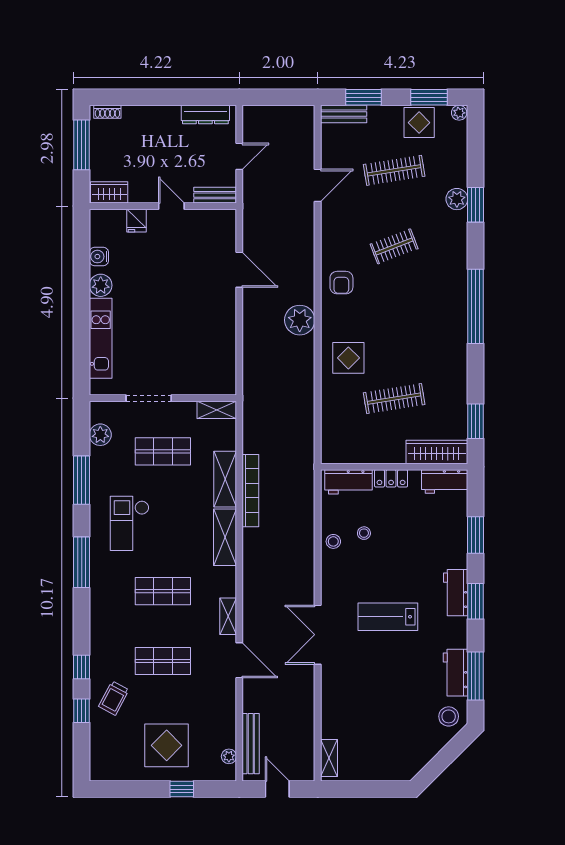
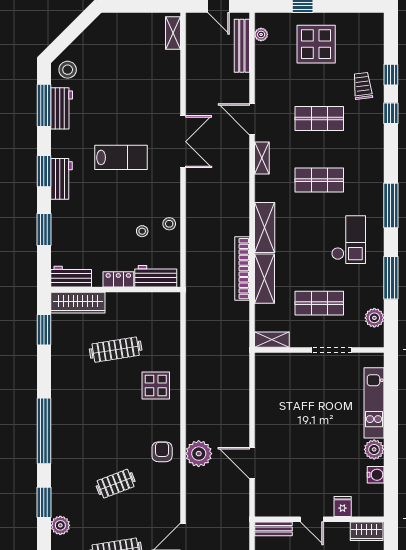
window: (475, 205) -> (44, 502), moved
plant: (300, 320) -> (199, 454), moved
trolley: (114, 698) -> (363, 86), turned -35

